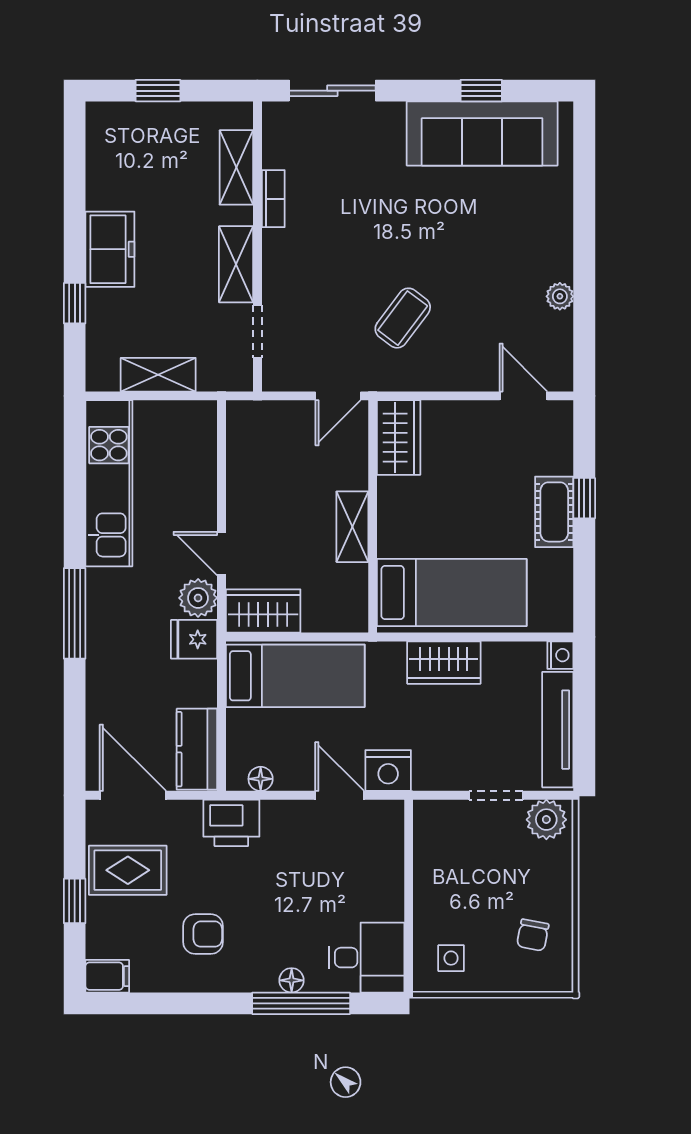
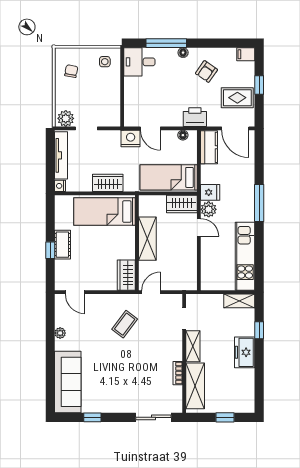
sofa: (482, 134) -> (68, 382), moved, turned 90
shelving: (236, 167) -> (195, 386), width x1.50, depth x1.33
shelving: (158, 375) -> (239, 301), moved
shelving: (352, 527) -> (147, 239), width x1.50, depth x1.33
armchair: (203, 934) -> (206, 72), turned -55
floor lamp: (292, 980) -> (183, 53), moved

